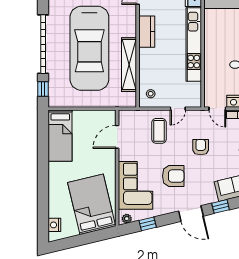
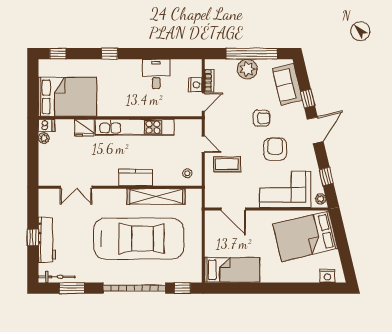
kitchen counter: (147, 32) -> (136, 177), moved
armchair: (201, 147) -> (261, 118), moved, turned 180

